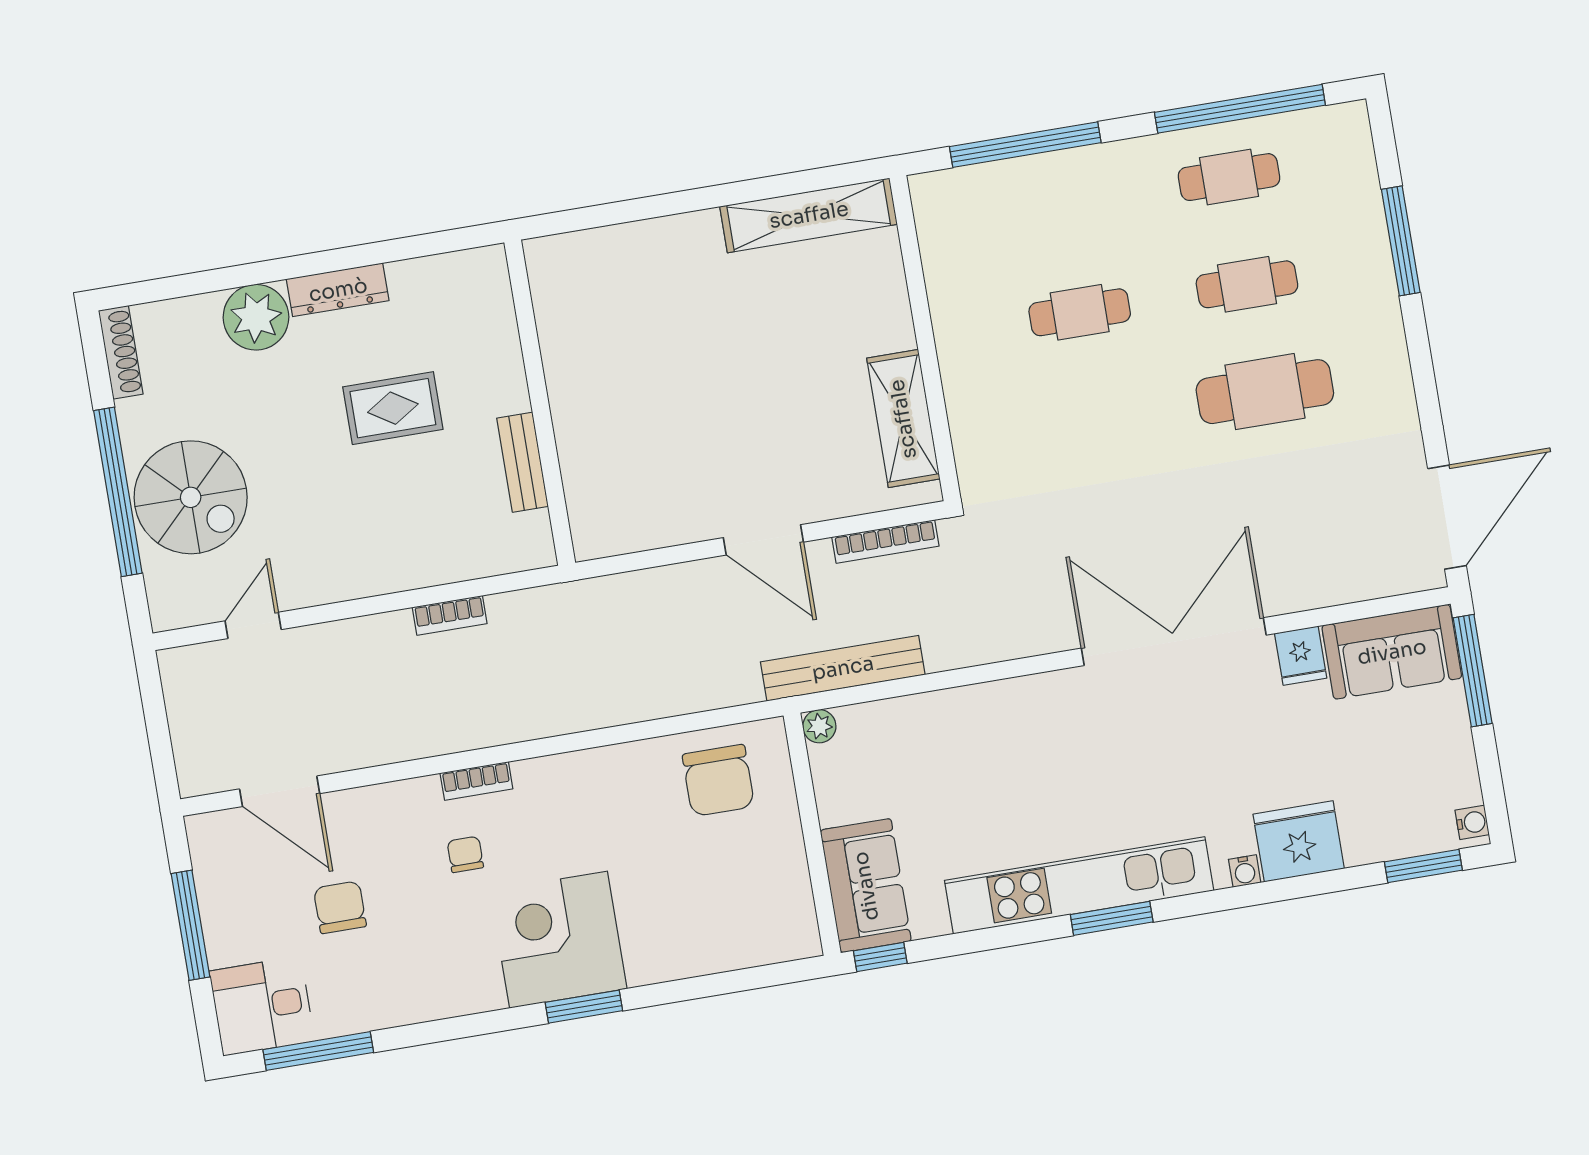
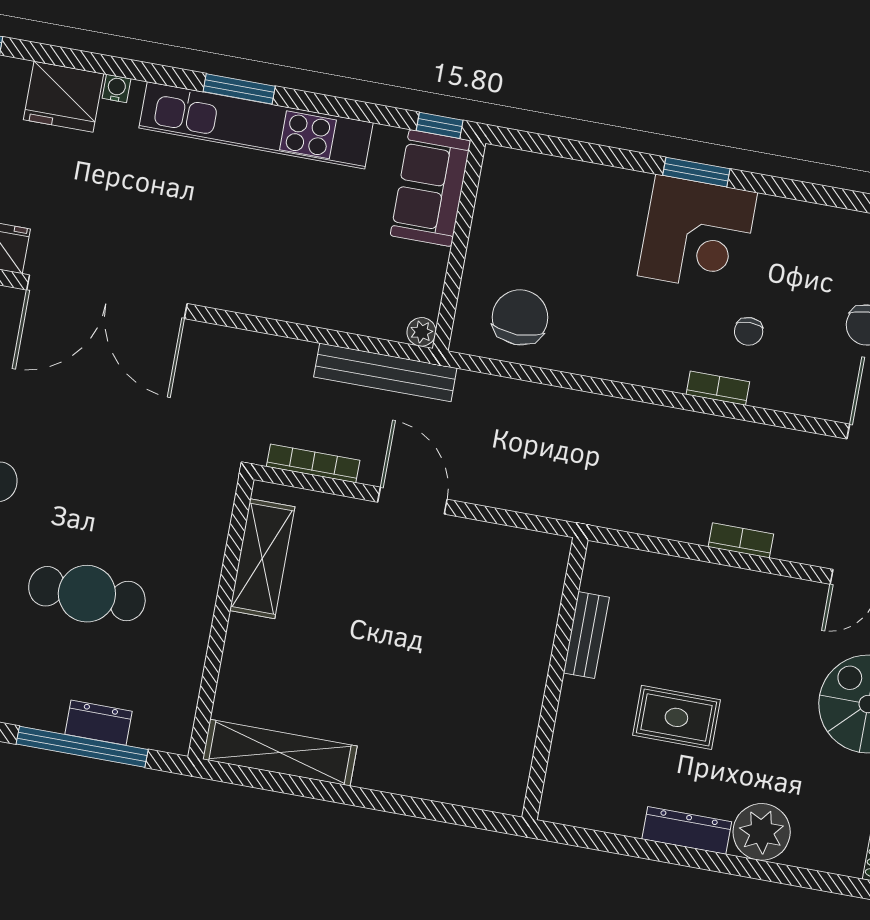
dresser: (1017, 177) -> (98, 723), added
cafe table: (1080, 312) -> (87, 594), width x1.37, depth x1.35
bookcase: (450, 615) -> (741, 540), moved

